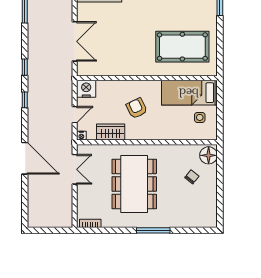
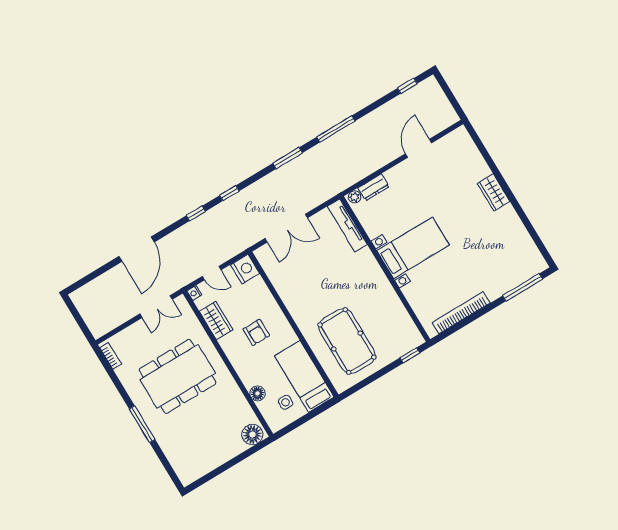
armchair: (137, 108) -> (256, 332), turned 116
floor lamp: (181, 134) -> (257, 393), added
chair: (192, 177) -> (220, 431), removed

